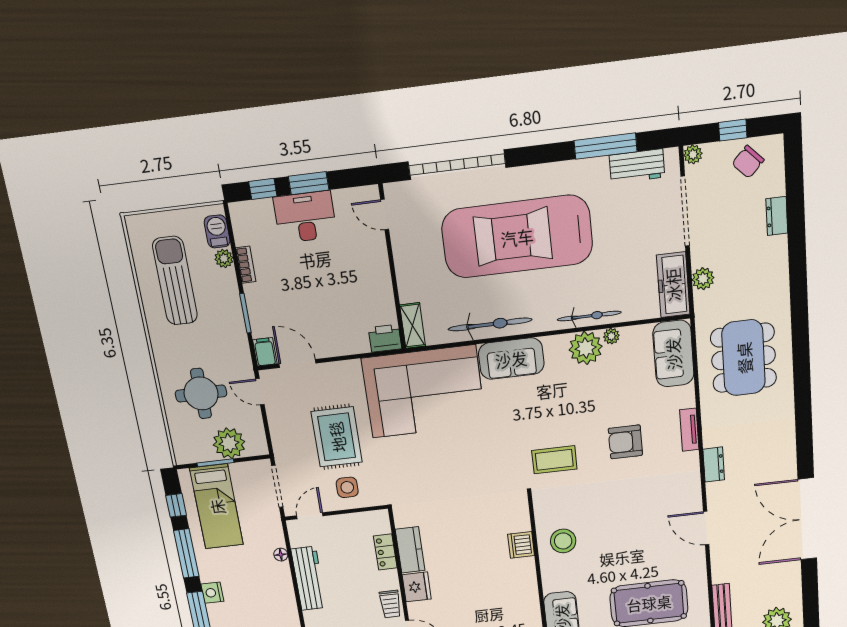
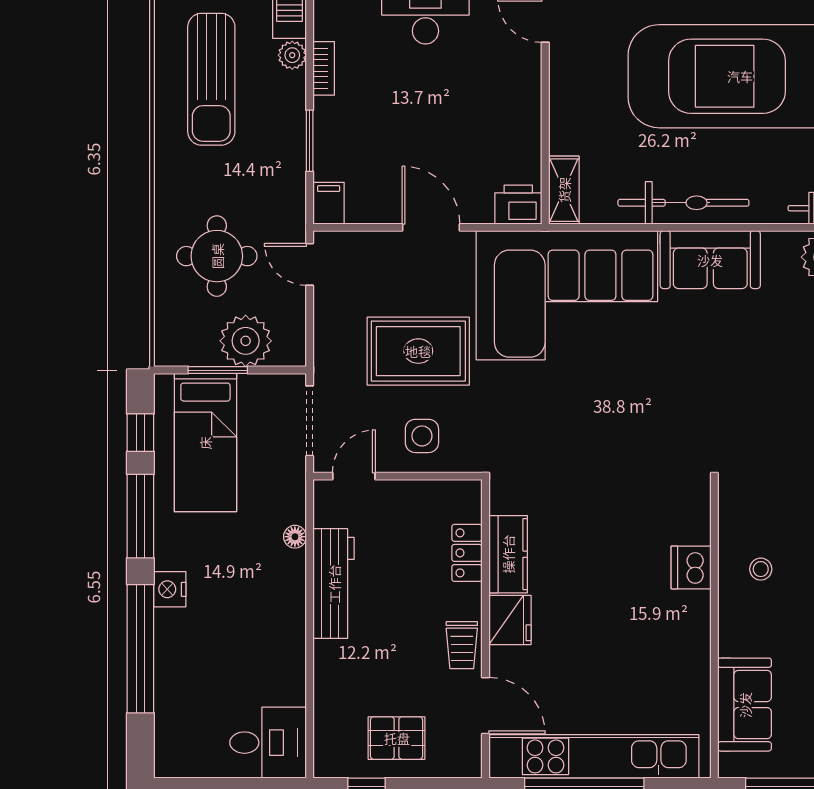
sun lounger: (175, 281) -> (211, 79), turned 180
door: (298, 364) -> (431, 227), moved
rug: (337, 437) -> (418, 351), turned 90
coffee table: (554, 460) -> (761, 430), removed
stool: (563, 541) -> (761, 569), width x0.53, depth x0.53

